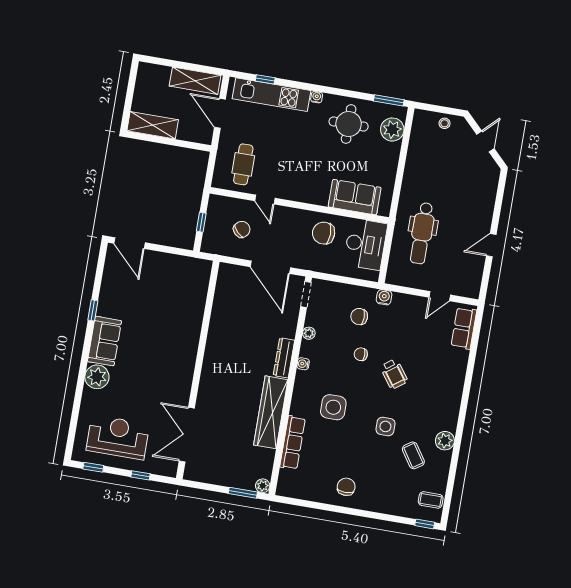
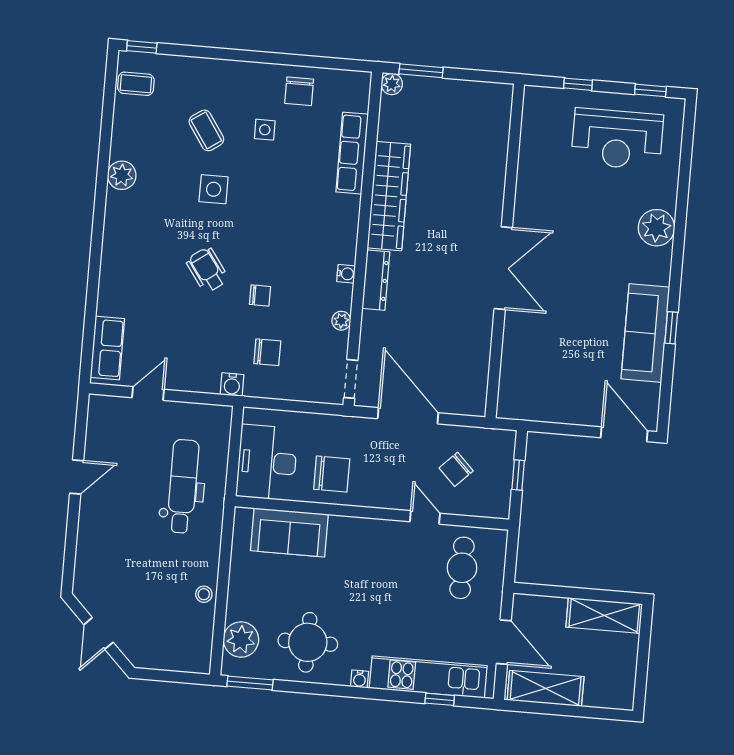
stool: (445, 123) -> (204, 594), moved
sofa: (104, 341) -> (645, 333), moved, width x1.36
side table: (333, 407) -> (265, 130), moved, width x0.54, depth x0.54
double door: (187, 435) -> (503, 268), moved
coffee table: (413, 455) -> (206, 130), moved
chair: (346, 487) -> (299, 91), moved

